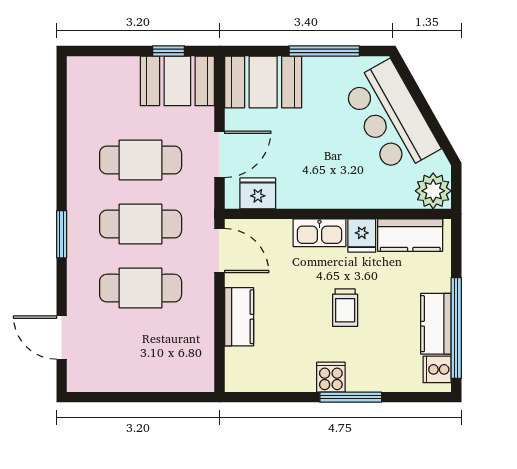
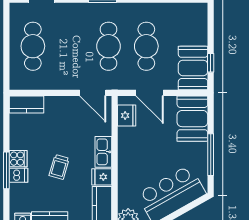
door: (219, 251) -> (93, 93), hinge flipped
cafe table: (141, 288) -> (33, 46), moved
trolley: (345, 308) -> (59, 167), turned -74
kitchen counter: (239, 317) -> (26, 104), moved
dishwasher: (359, 377) -> (18, 175), added

